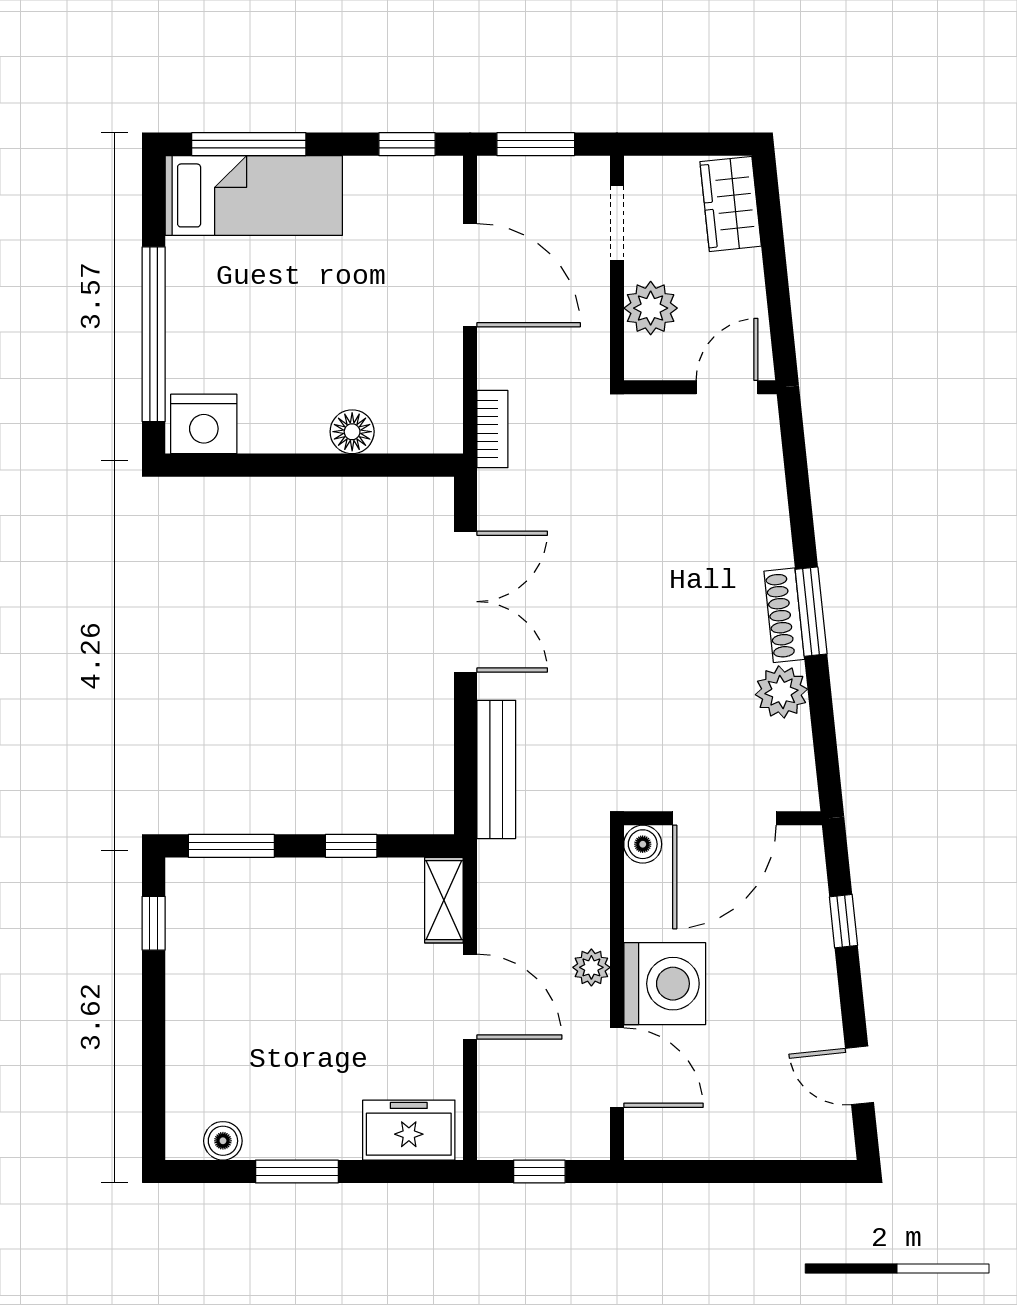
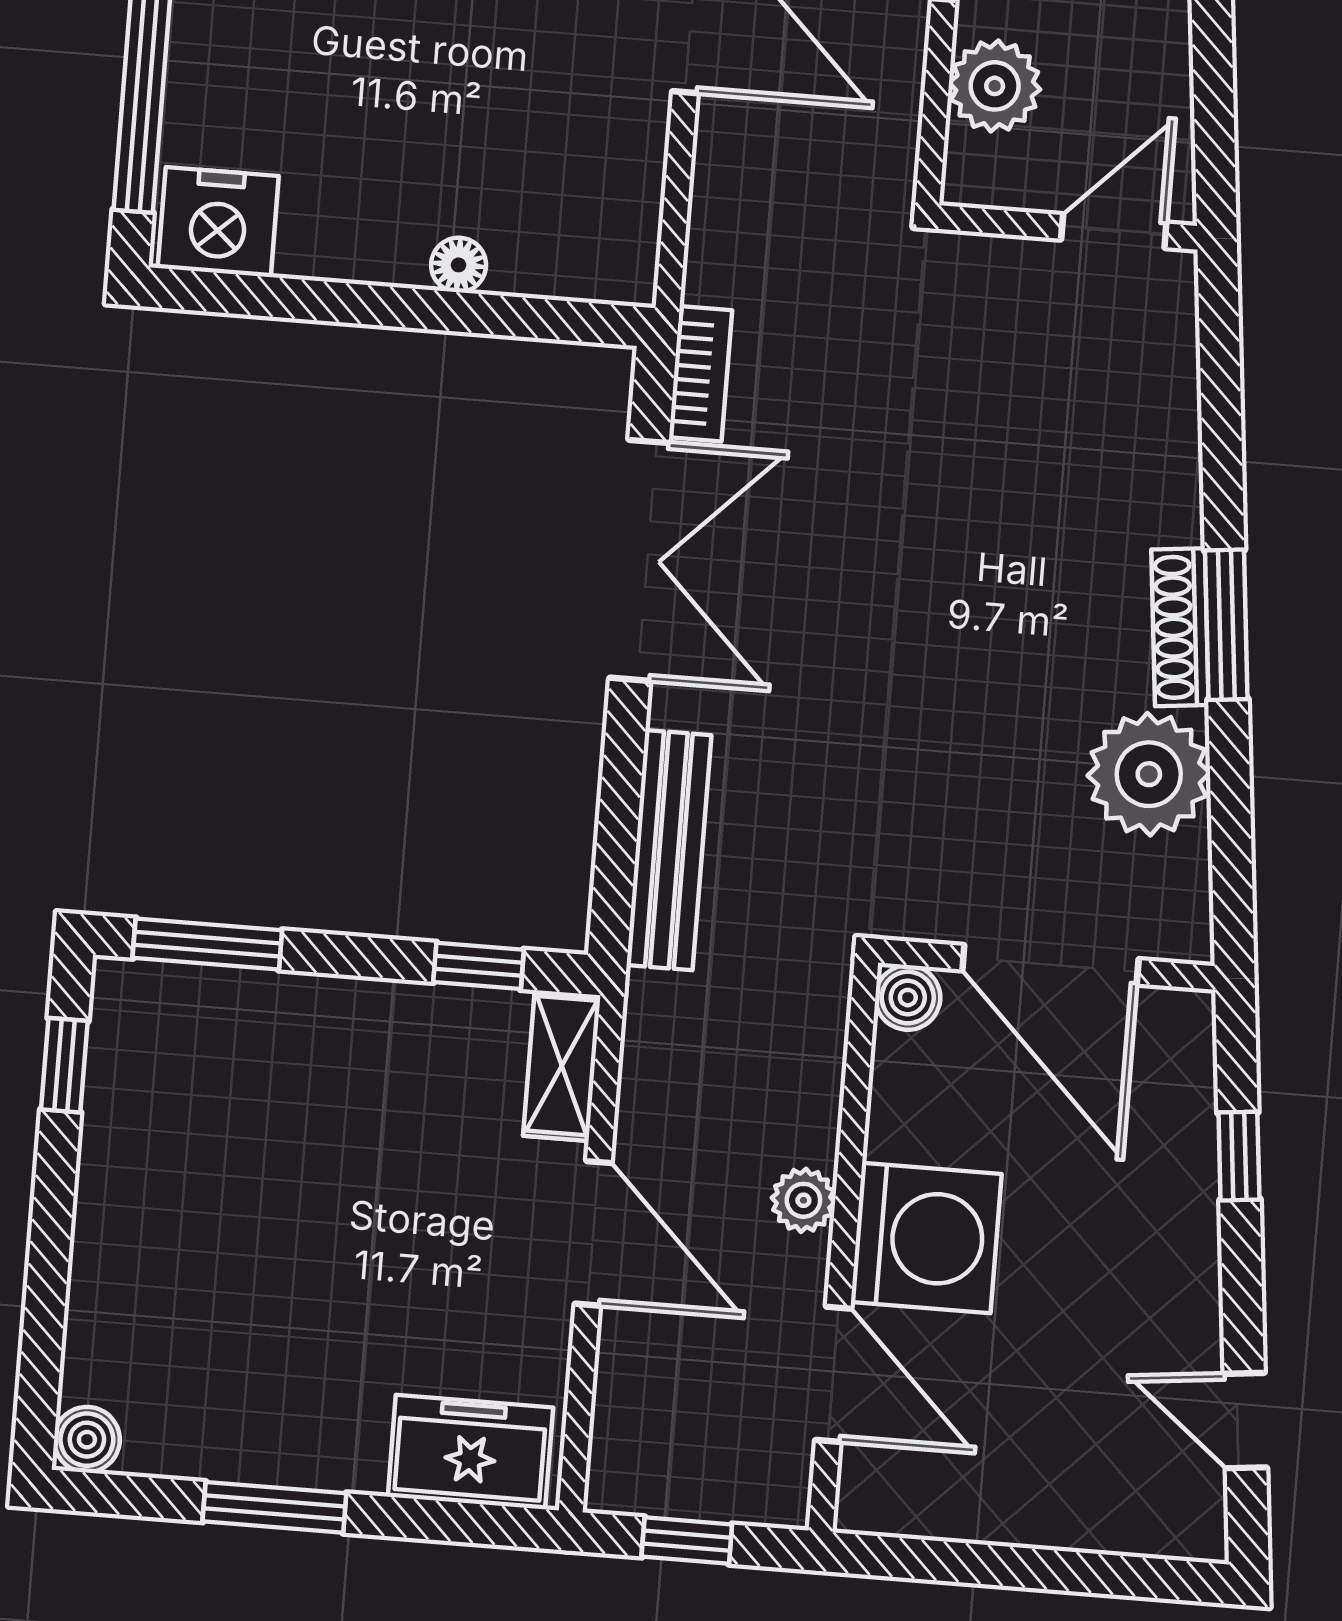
bookcase: (492, 429) -> (700, 374), moved
floor lamp: (352, 432) -> (459, 265), width x0.73, depth x0.73
plant: (781, 692) -> (1149, 774), width x1.36, depth x1.36
door: (724, 818) -> (1050, 965), hinge flipped
window: (351, 846) -> (479, 966), moved
boiler: (223, 1141) -> (87, 1440), moved

